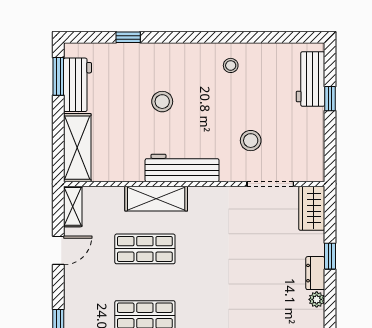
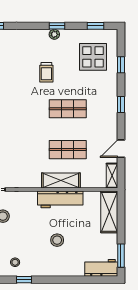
window: (128, 37) -> (24, 280), moved
workbench: (77, 85) -> (101, 268), moved, turned 90
workbench: (182, 168) -> (60, 199), moved

